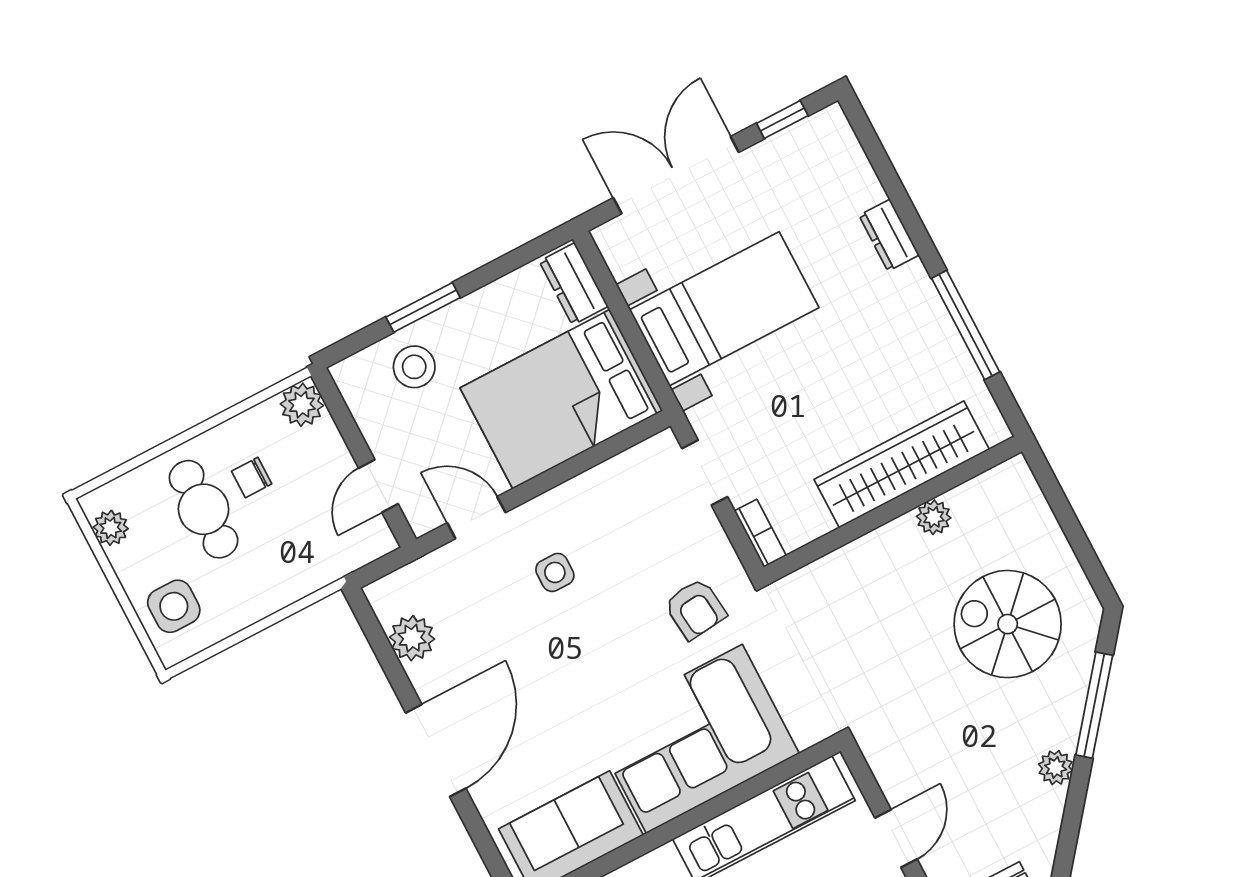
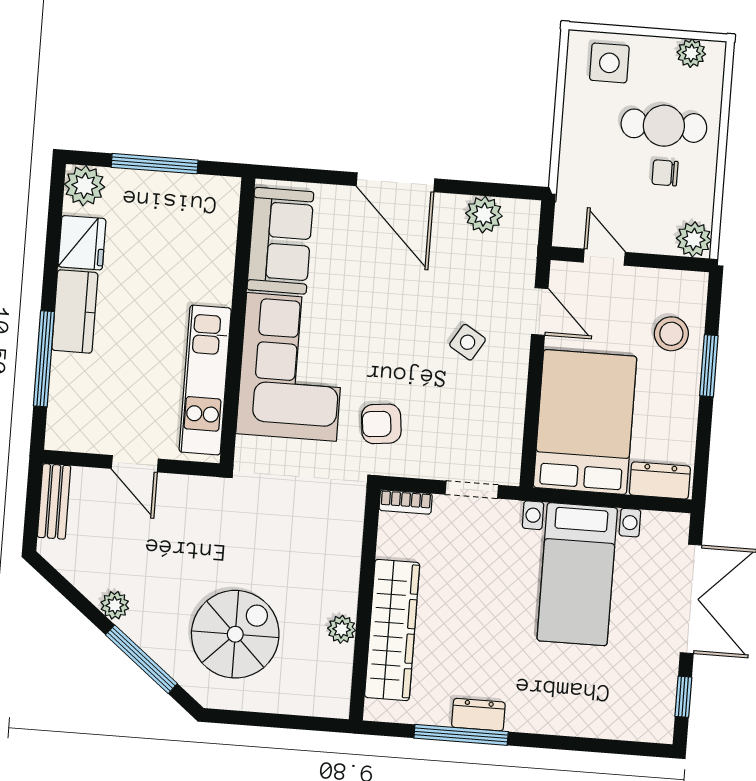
dresser: (889, 235) -> (478, 715), moved
chair: (252, 477) -> (665, 173), turned -90
door: (476, 518) -> (540, 311), hinge flipped
side table: (555, 572) -> (468, 342), turned 31

